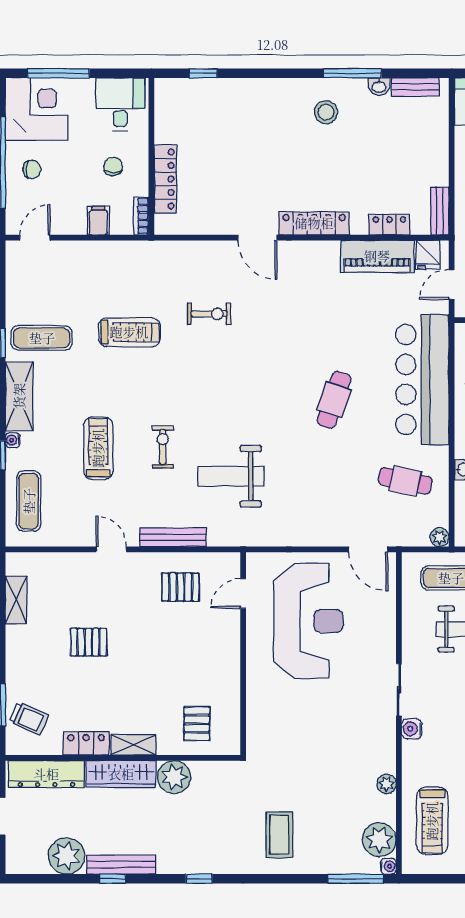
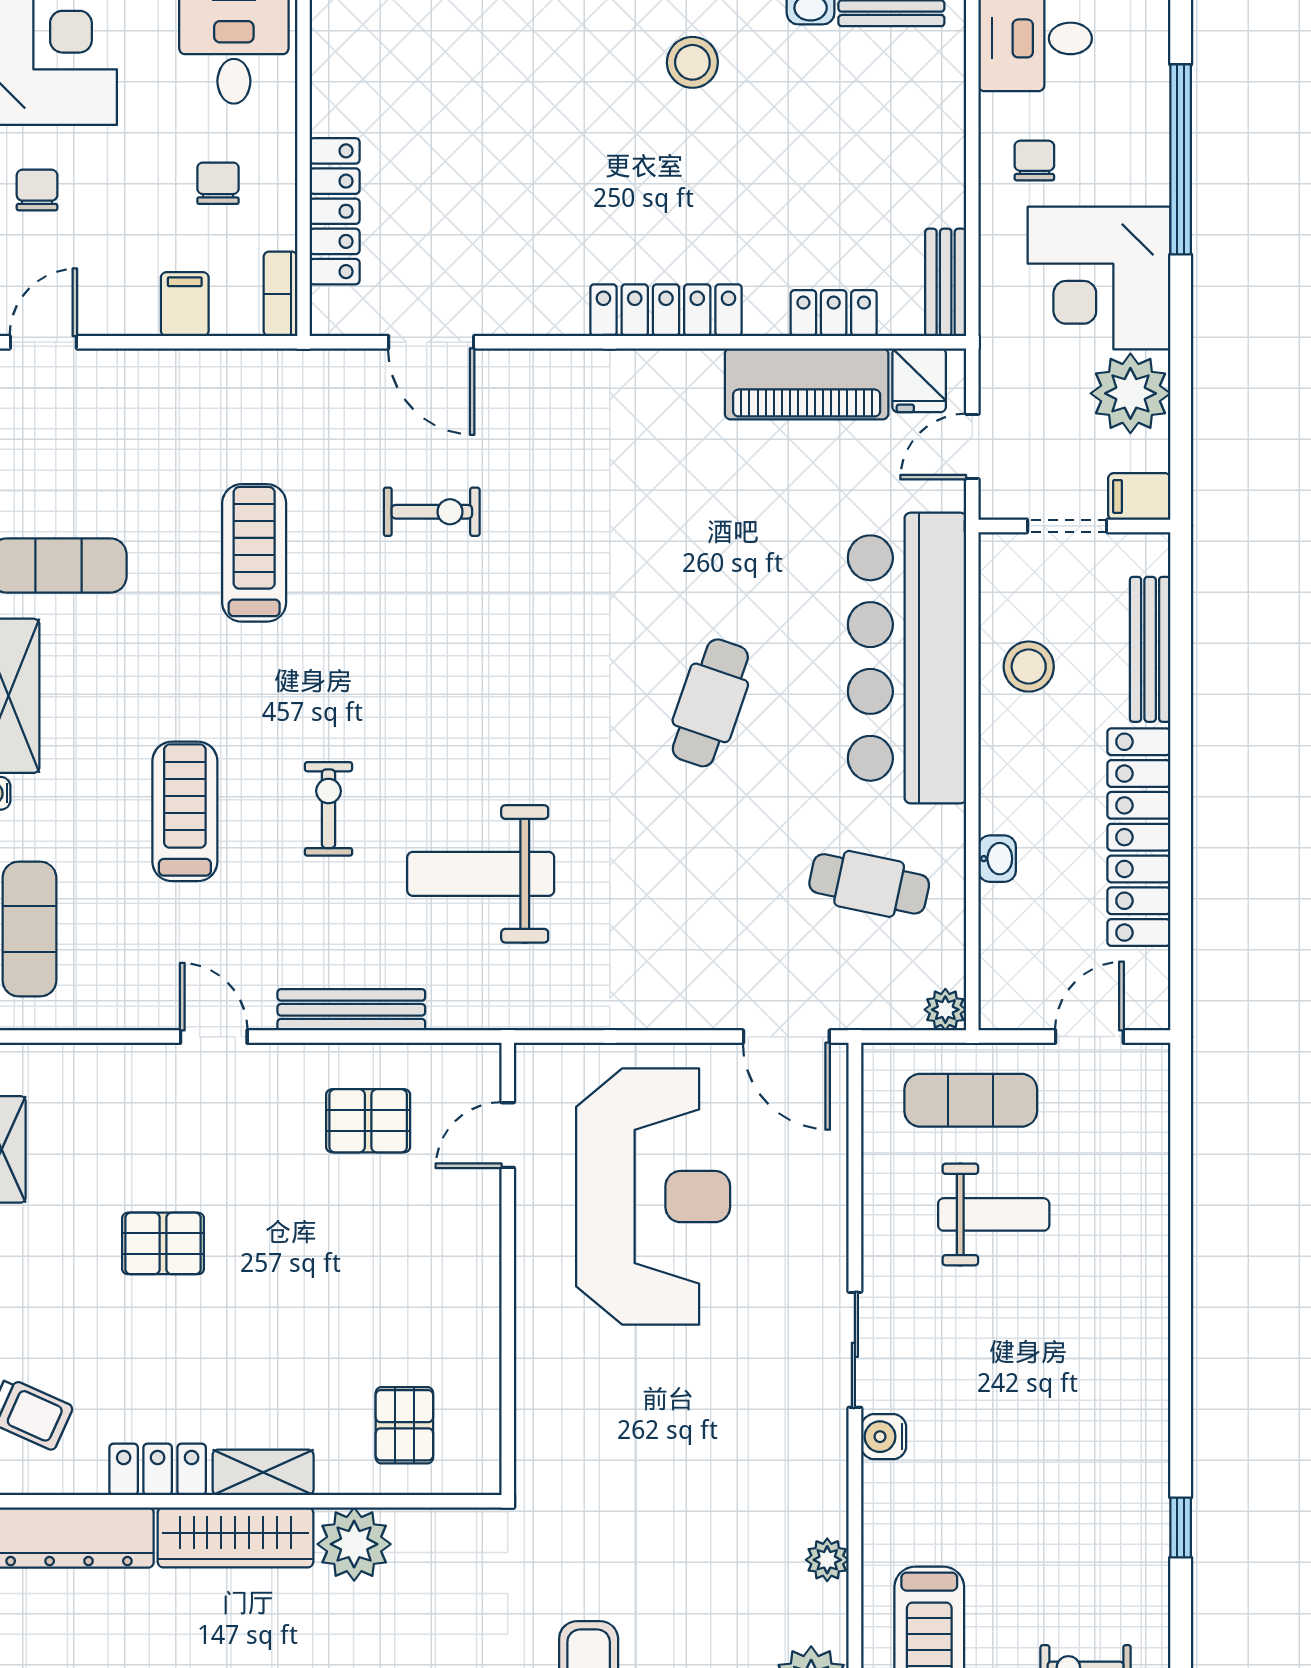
chair: (32, 169) -> (37, 190), turned -90
door: (258, 238) -> (431, 342), moved
treadmill: (129, 332) -> (254, 553), turned -90

